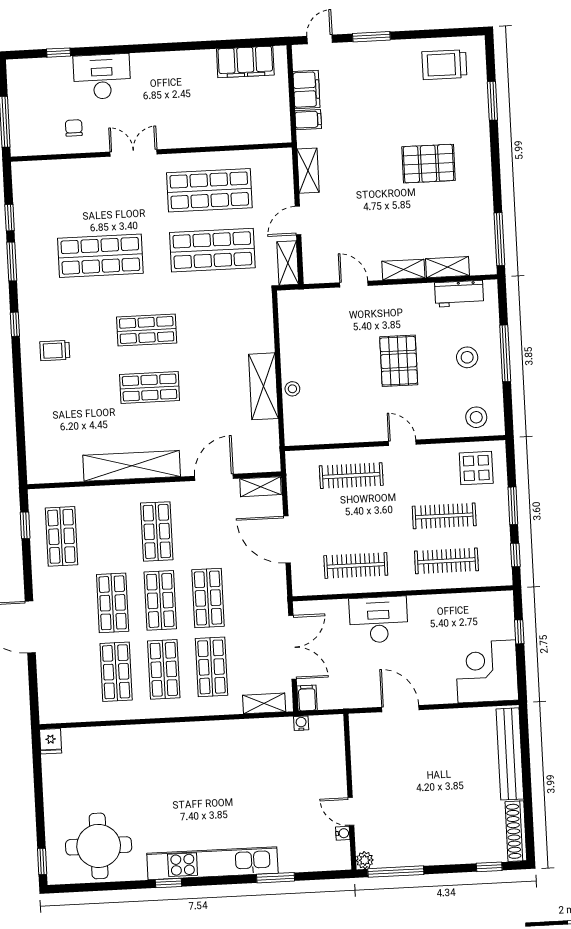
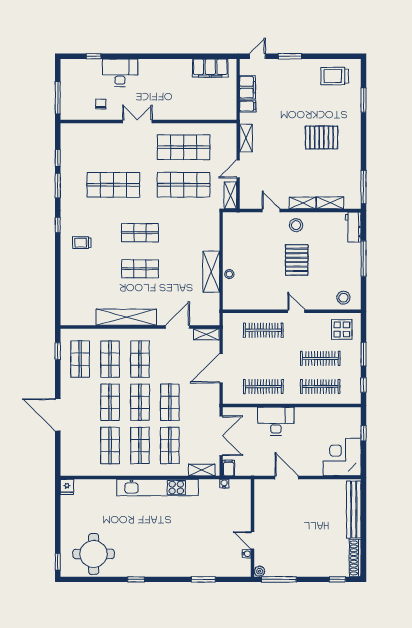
workbench: (459, 294) -> (353, 227), moved, turned 90
stool: (467, 357) -> (296, 225), moved
shop shelf: (109, 534) -> (110, 359), added
door: (287, 540) -> (221, 368), hinge flipped
kitchen unit: (212, 863) -> (158, 488), moved, turned 180

